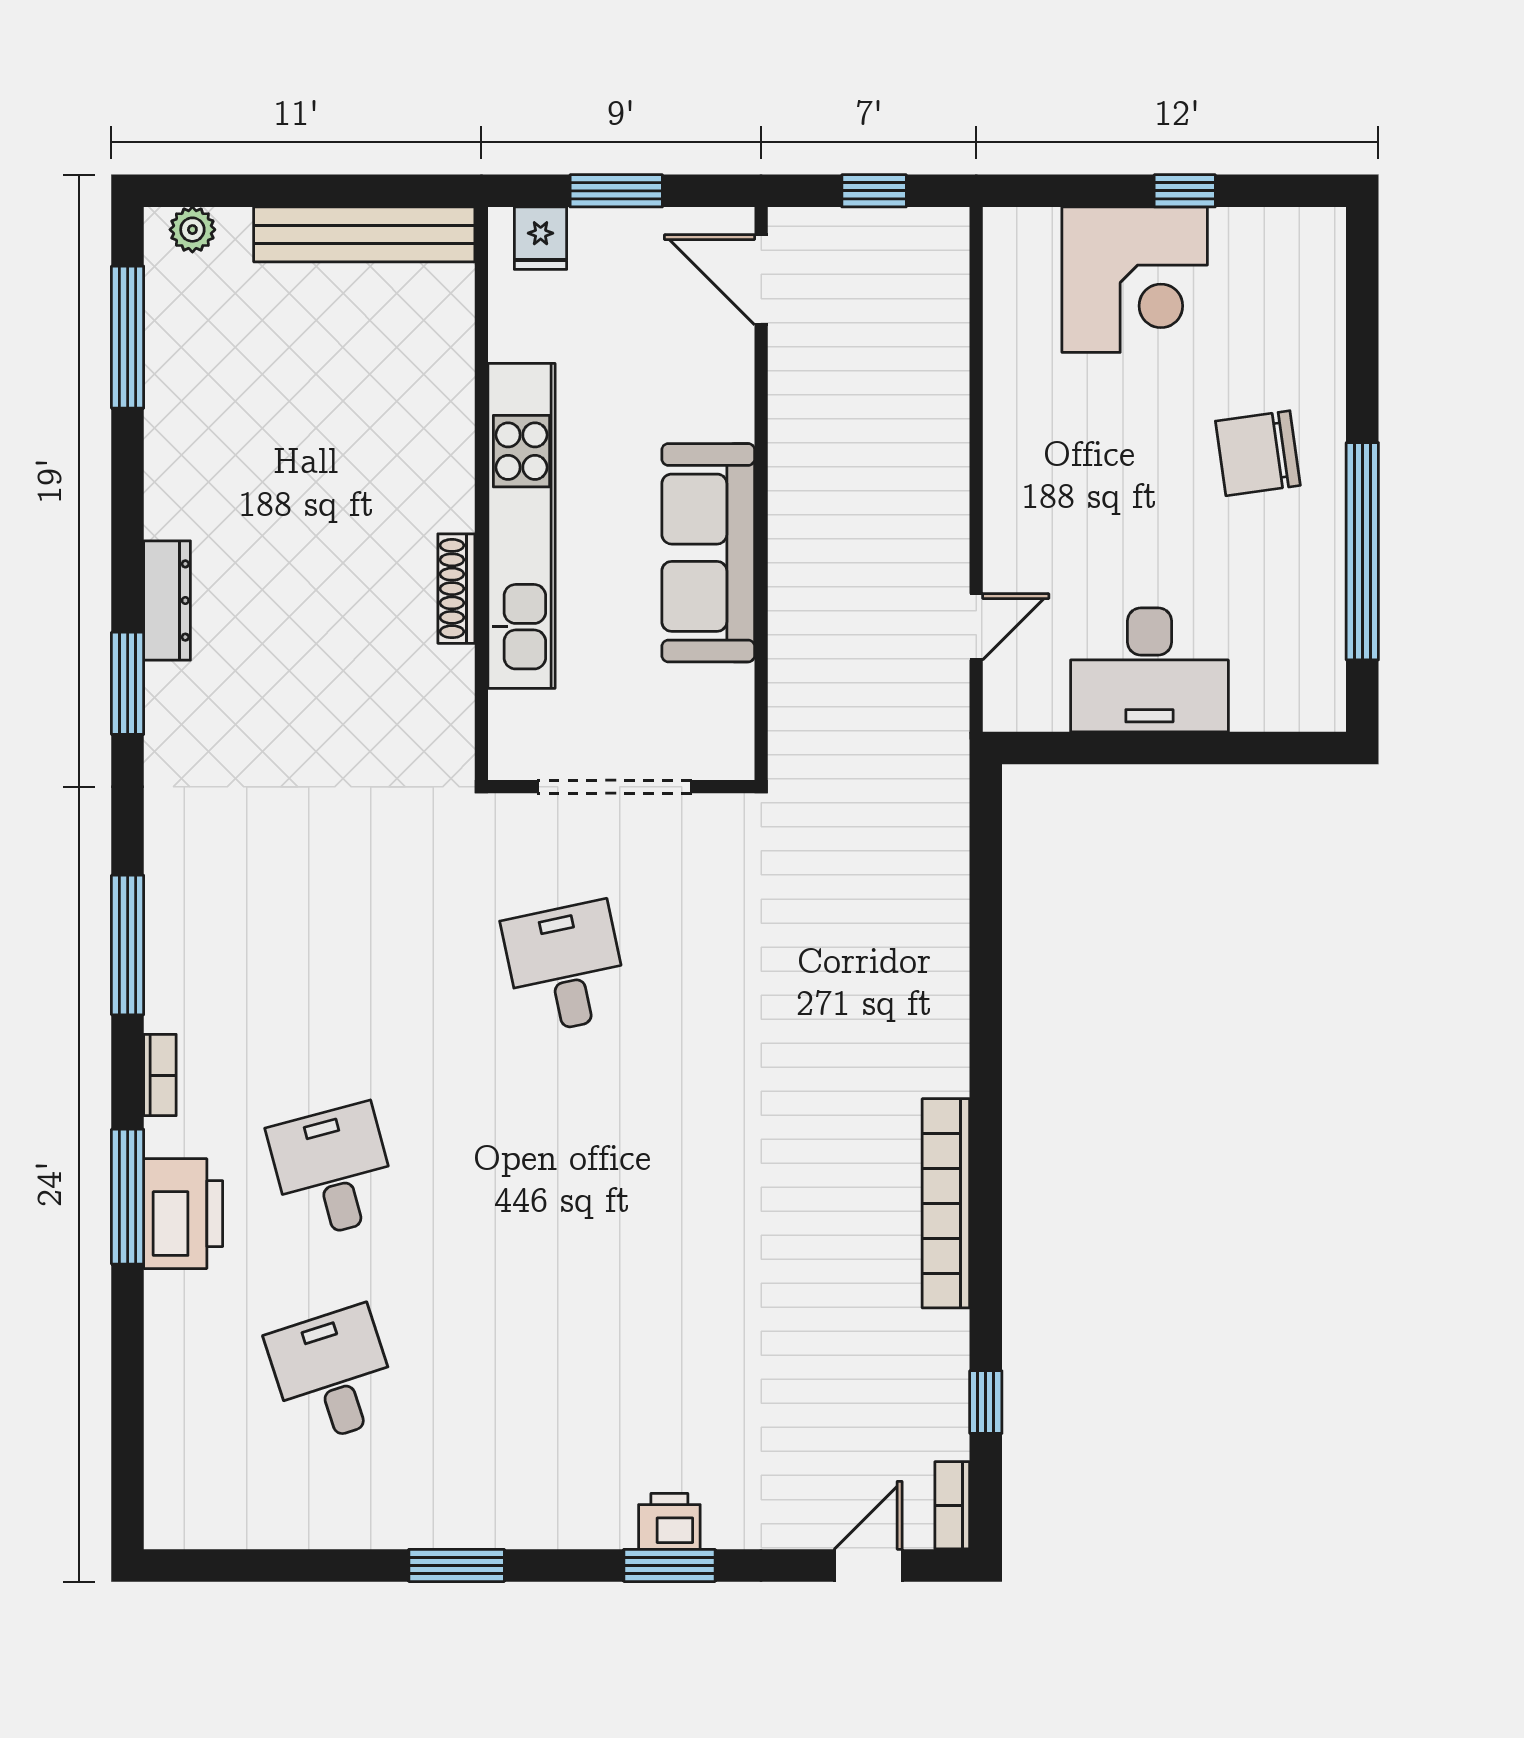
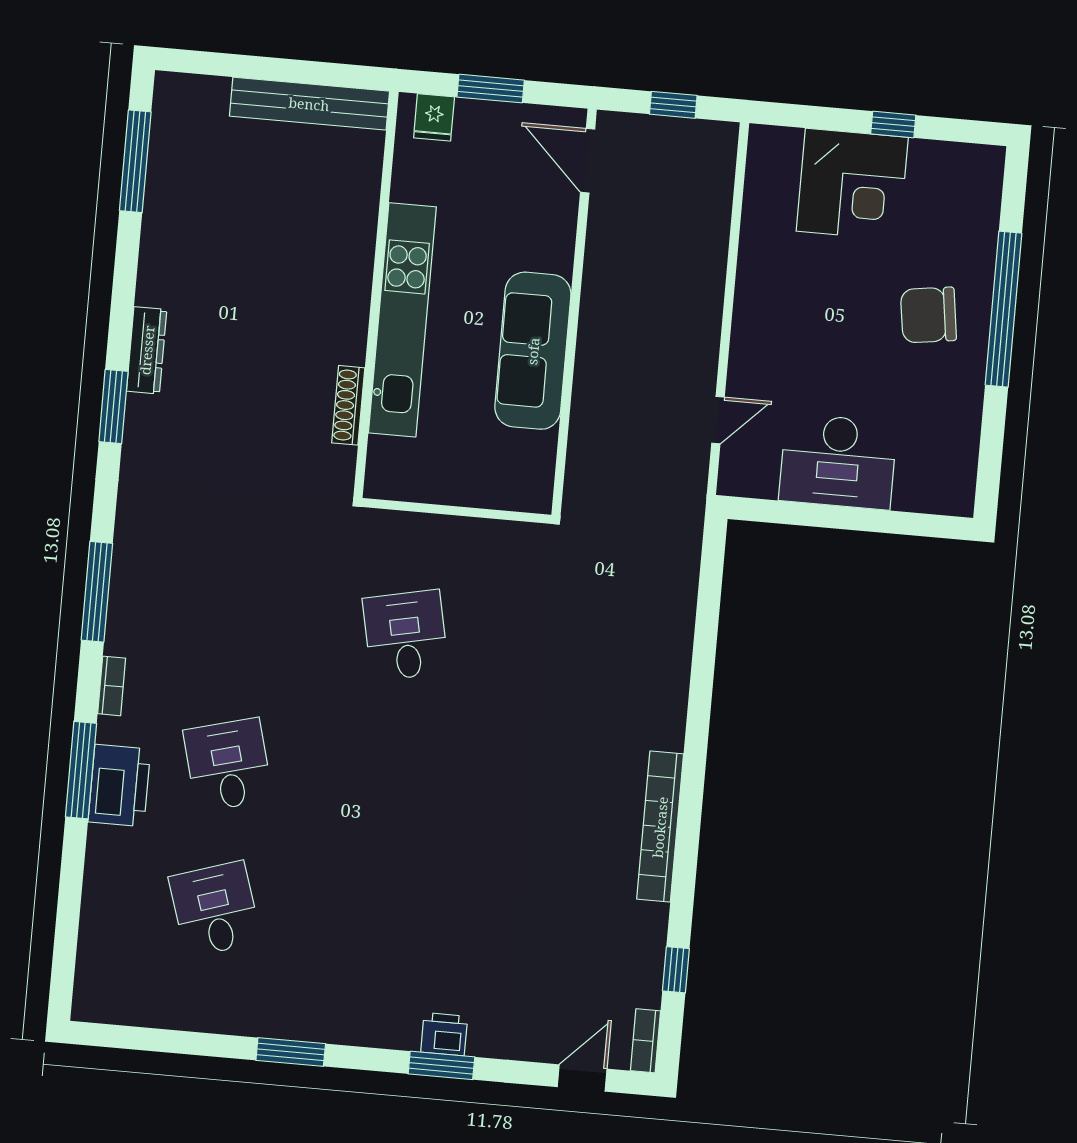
plant: (192, 230) -> (188, 89), removed
window: (1362, 551) -> (1004, 309), moved
shoe rack: (456, 589) -> (348, 405), moved
doorway: (614, 787) -> (452, 510), removed

